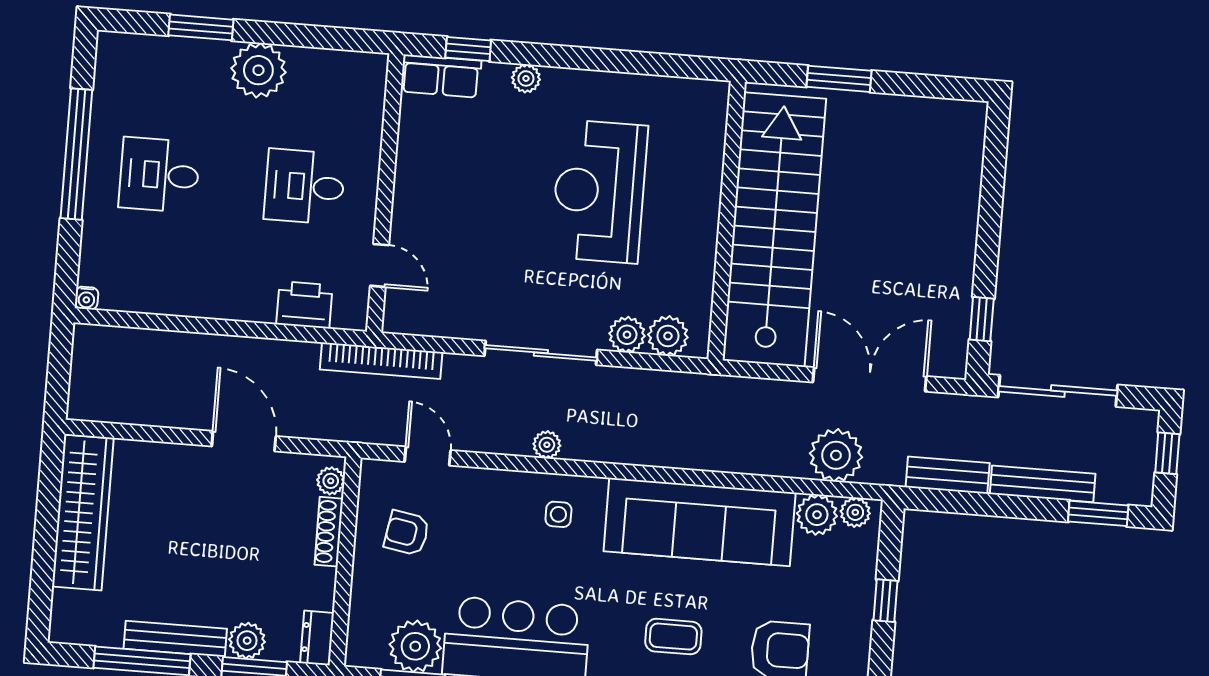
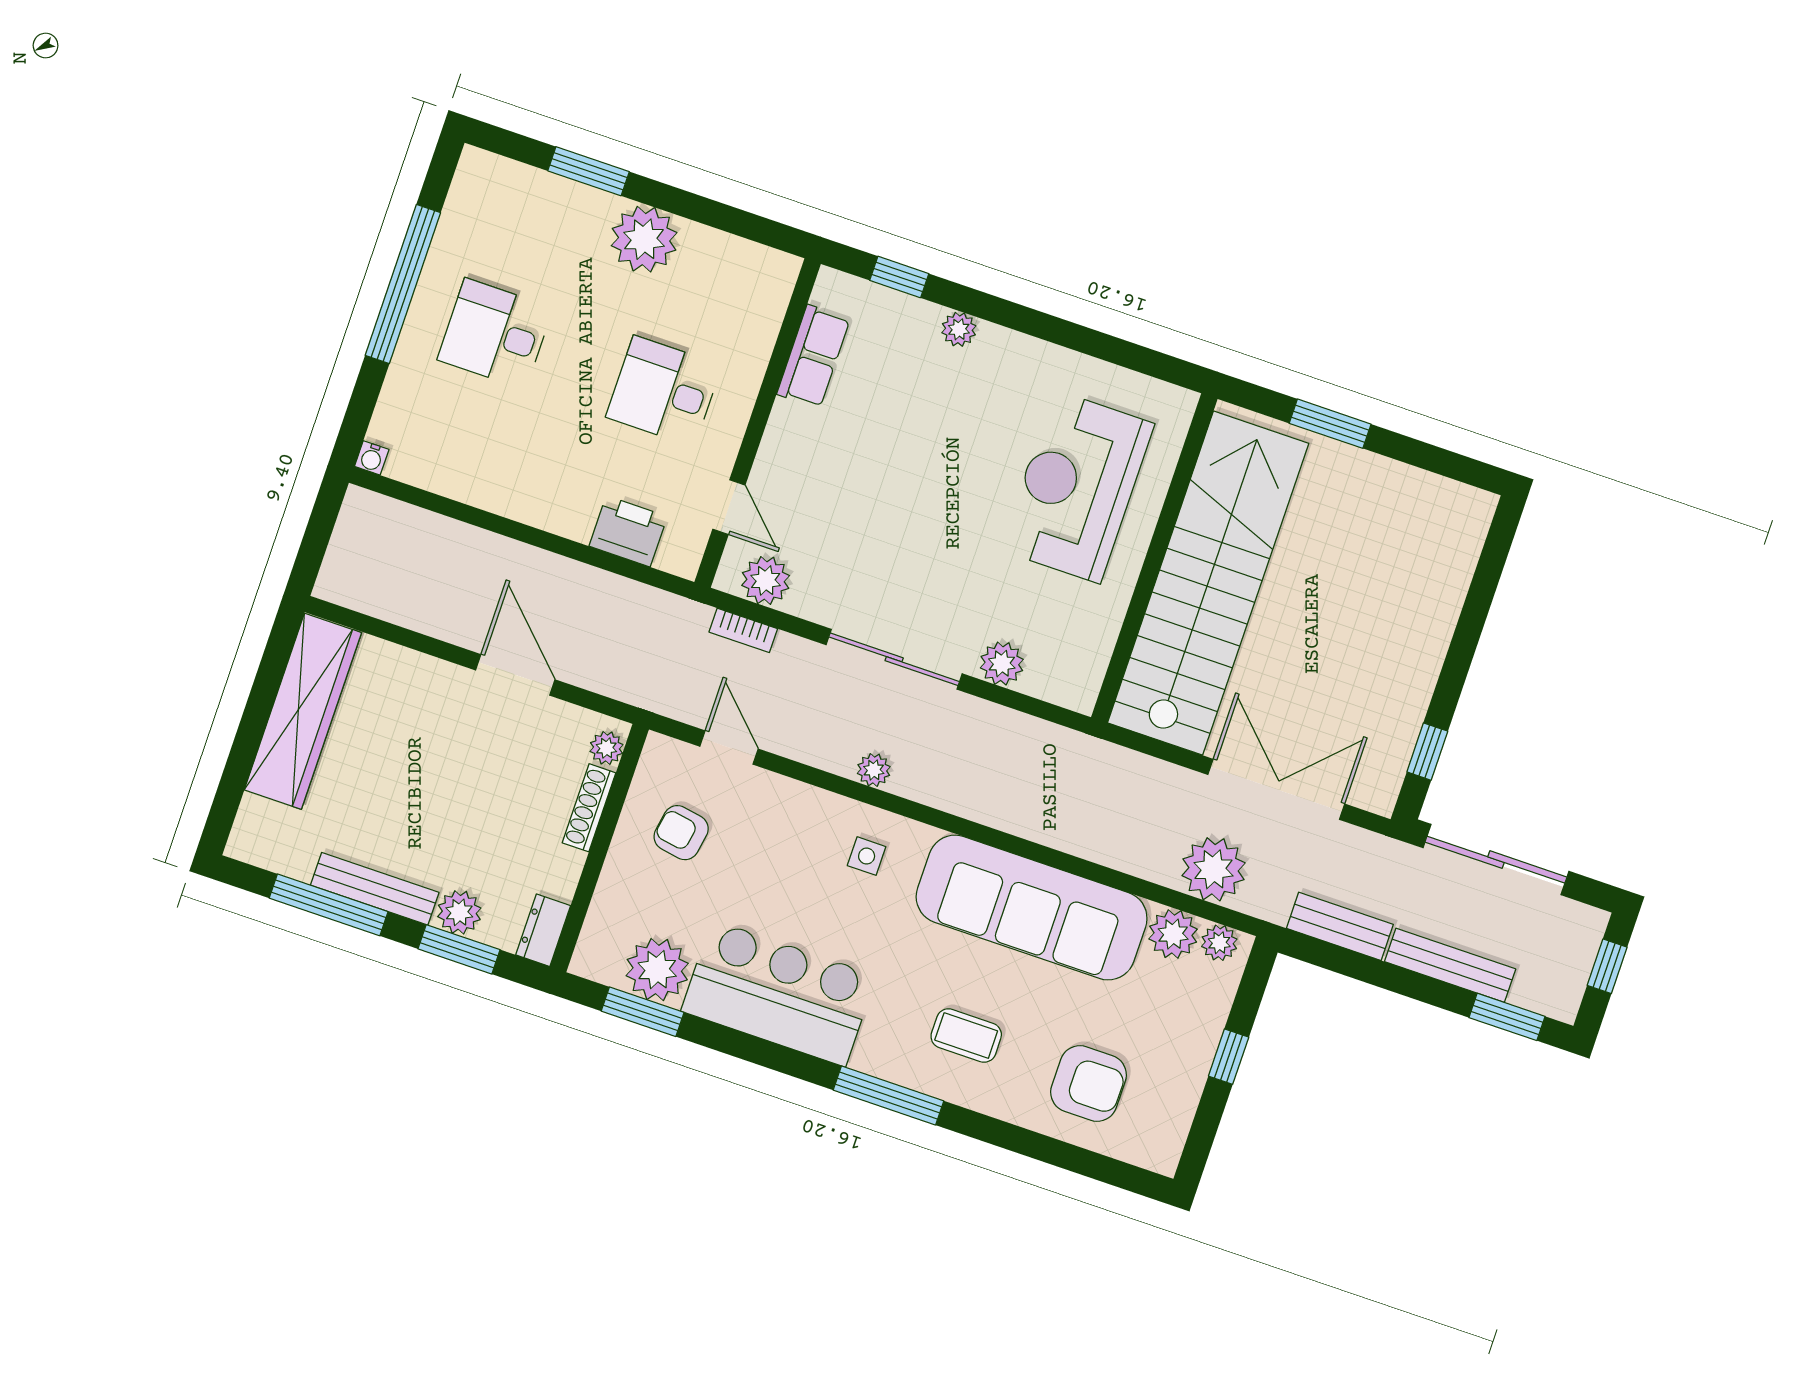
row of seats: (441, 76) -> (813, 356), moved, turned -90
reception desk: (599, 191) -> (1077, 487), moved
plant: (668, 336) -> (766, 580), moved
bookcase: (381, 361) -> (743, 630), width x0.43, depth x0.76

